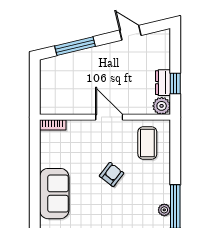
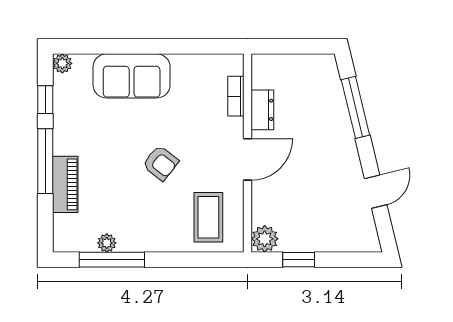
dresser: (163, 83) -> (262, 110), moved, turned 90
bookcase: (53, 125) -> (236, 96), moved
coffee table: (147, 143) -> (208, 217), turned 90

